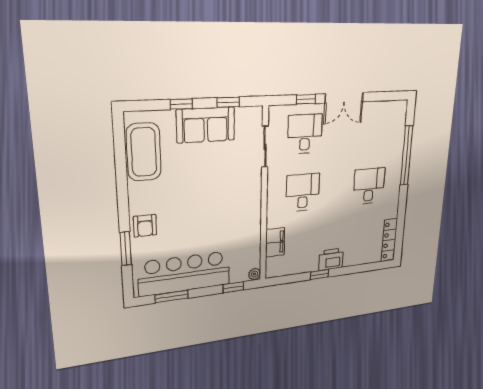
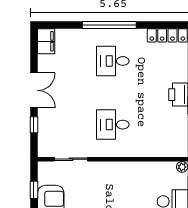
desk: (305, 134) -> (62, 125), removed
window: (407, 156) -> (109, 25), moved
filing cabinet: (275, 242) -> (46, 41), moved, turned 90

